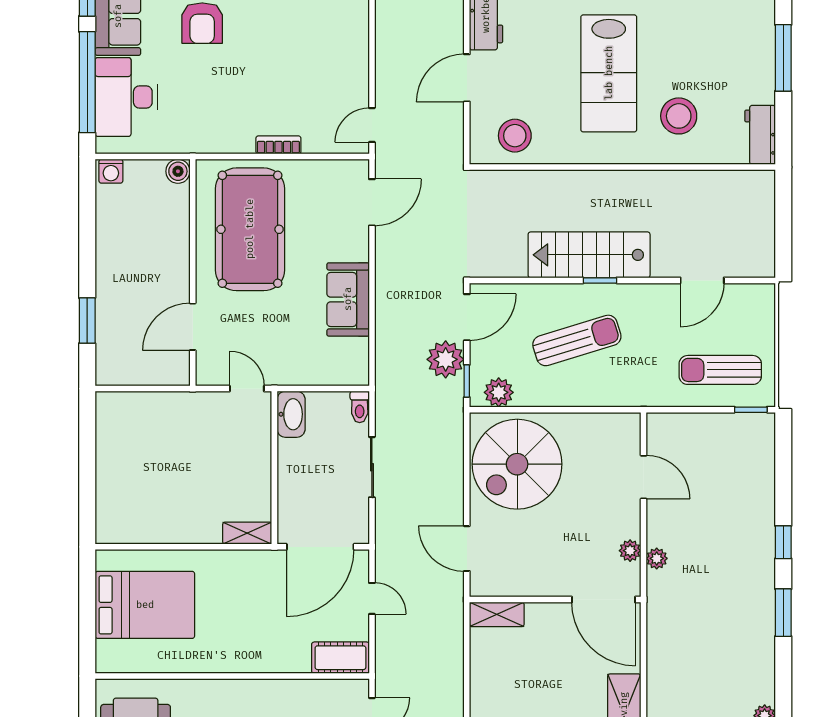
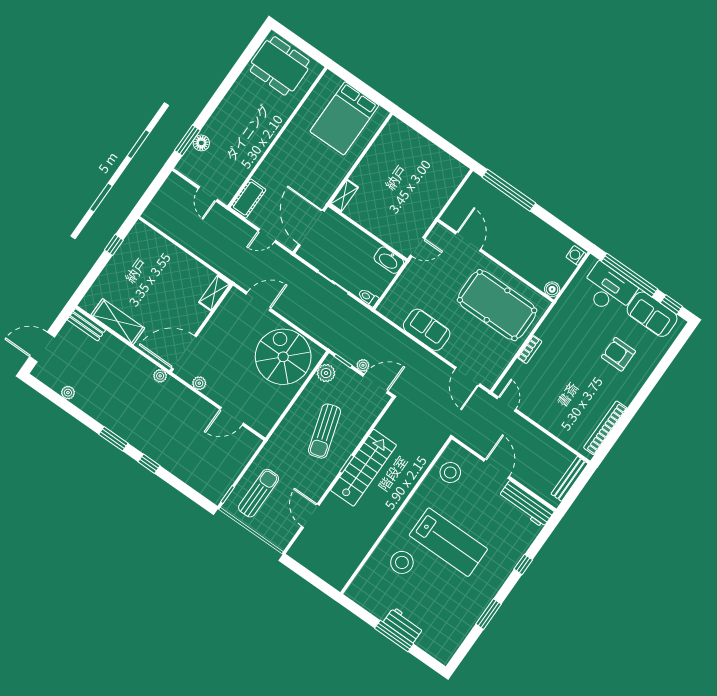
lab bench: (609, 73) -> (448, 542), turned 180
workbench: (760, 135) -> (403, 625), moved
door: (467, 317) -> (375, 384), swing flipped
window: (87, 321) -> (509, 190), width x2.11
plant: (446, 359) -> (363, 365), width x0.53, depth x0.53
plant: (657, 558) -> (160, 376), moved

